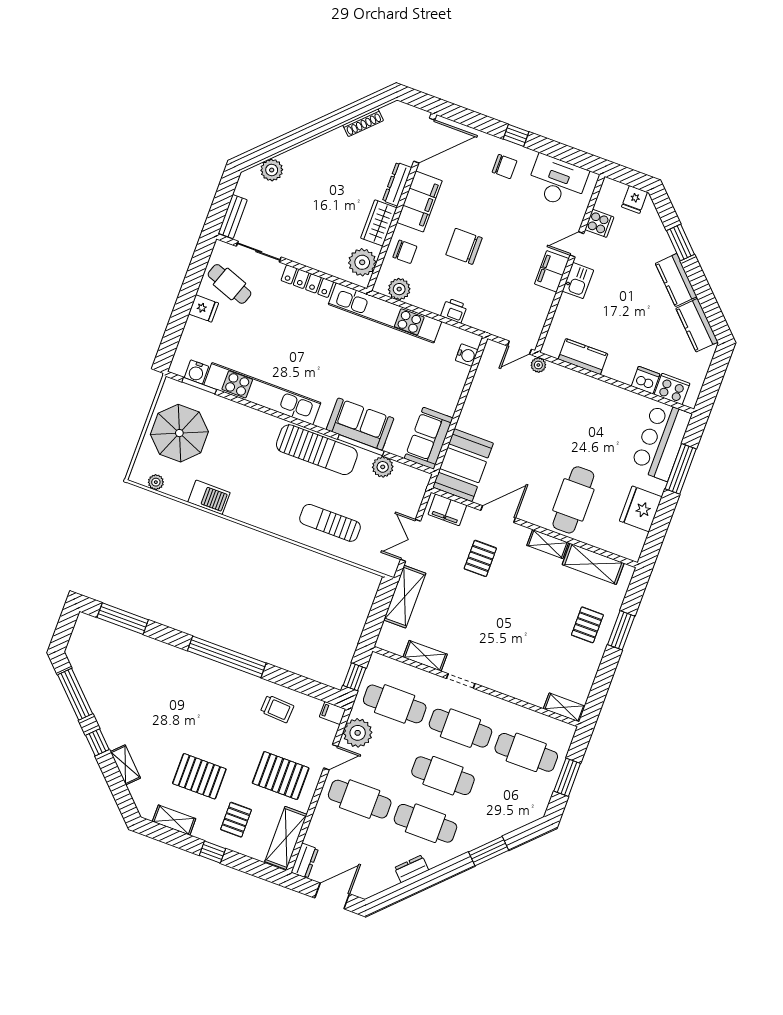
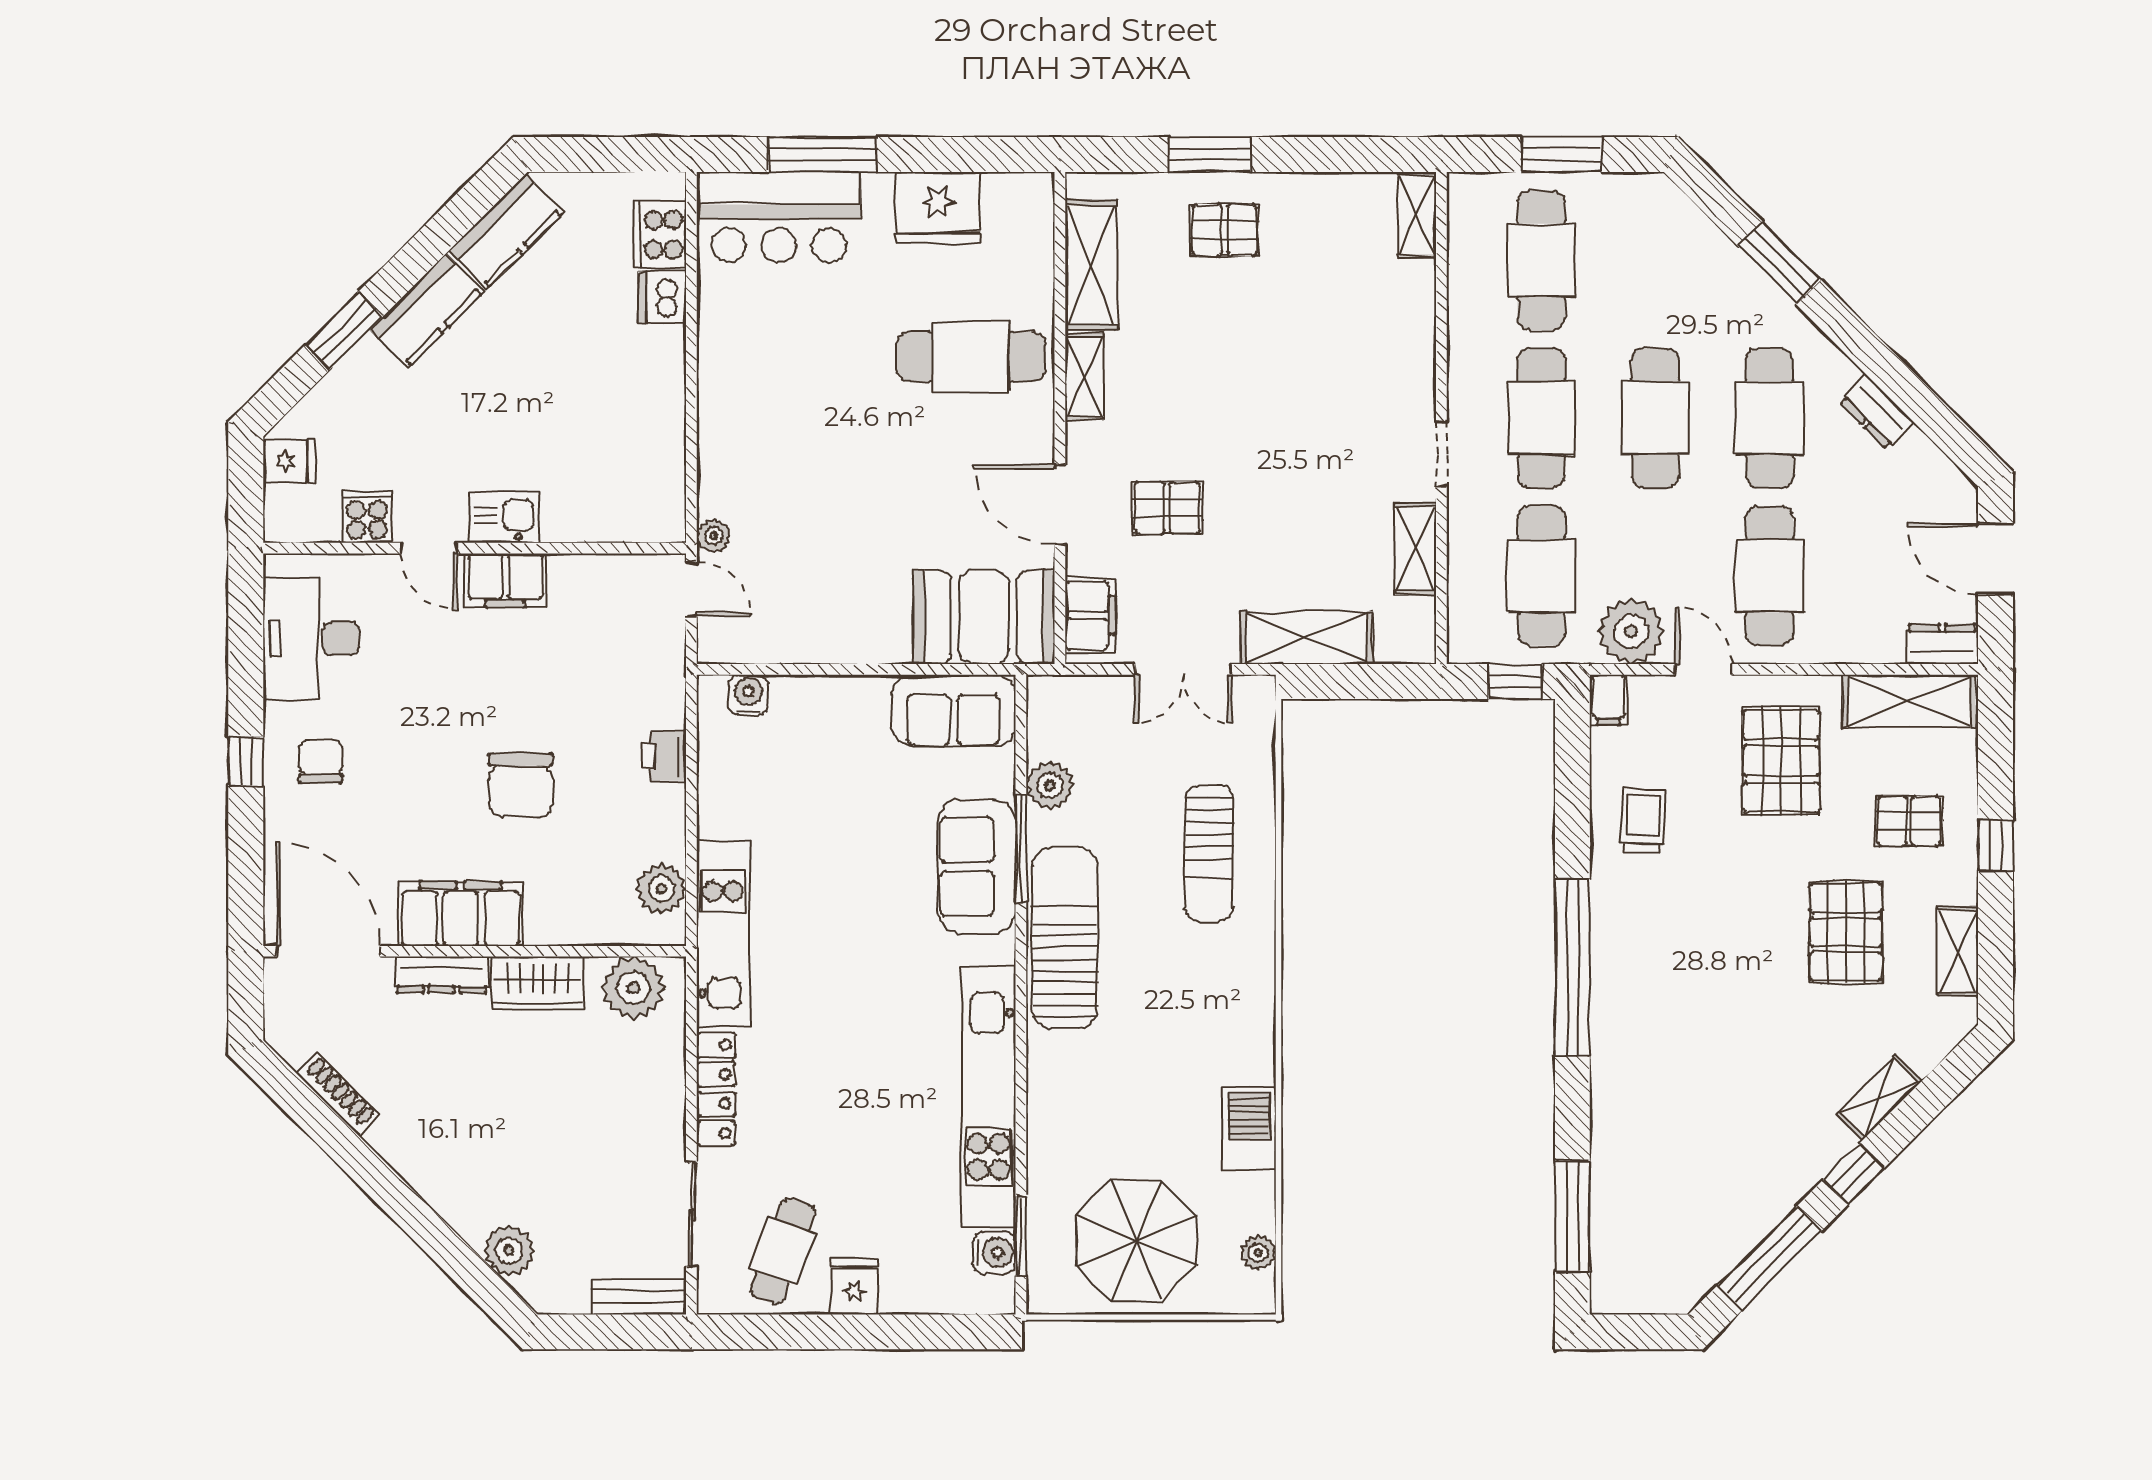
chair: (405, 252) -> (578, 906), removed
kitchen unit: (385, 313) -> (723, 934), width x0.73
kitchen counter: (583, 357) -> (661, 448), removed

